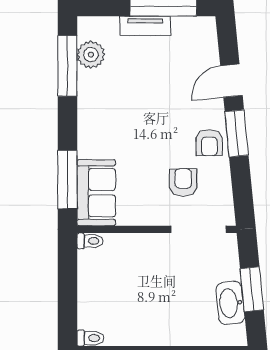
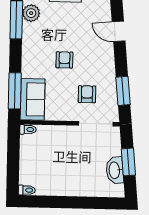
door: (231, 81) -> (119, 31), hinge flipped
window: (237, 133) -> (123, 91), moved
armchair: (209, 143) -> (64, 60), moved, turned 180

